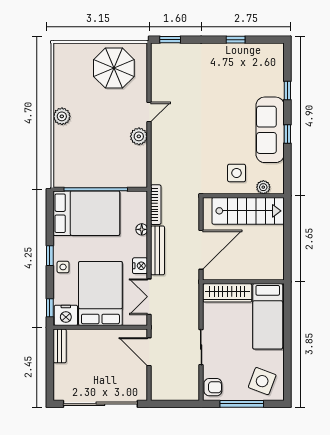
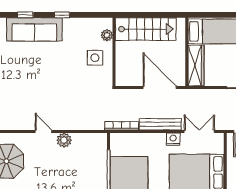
sofa: (270, 130) -> (34, 29), moved
stairs: (248, 211) -> (146, 29), moved, turned 90
floor lamp: (142, 229) -> (143, 138), removed
double door: (149, 297) -> (199, 131), swing flipped

